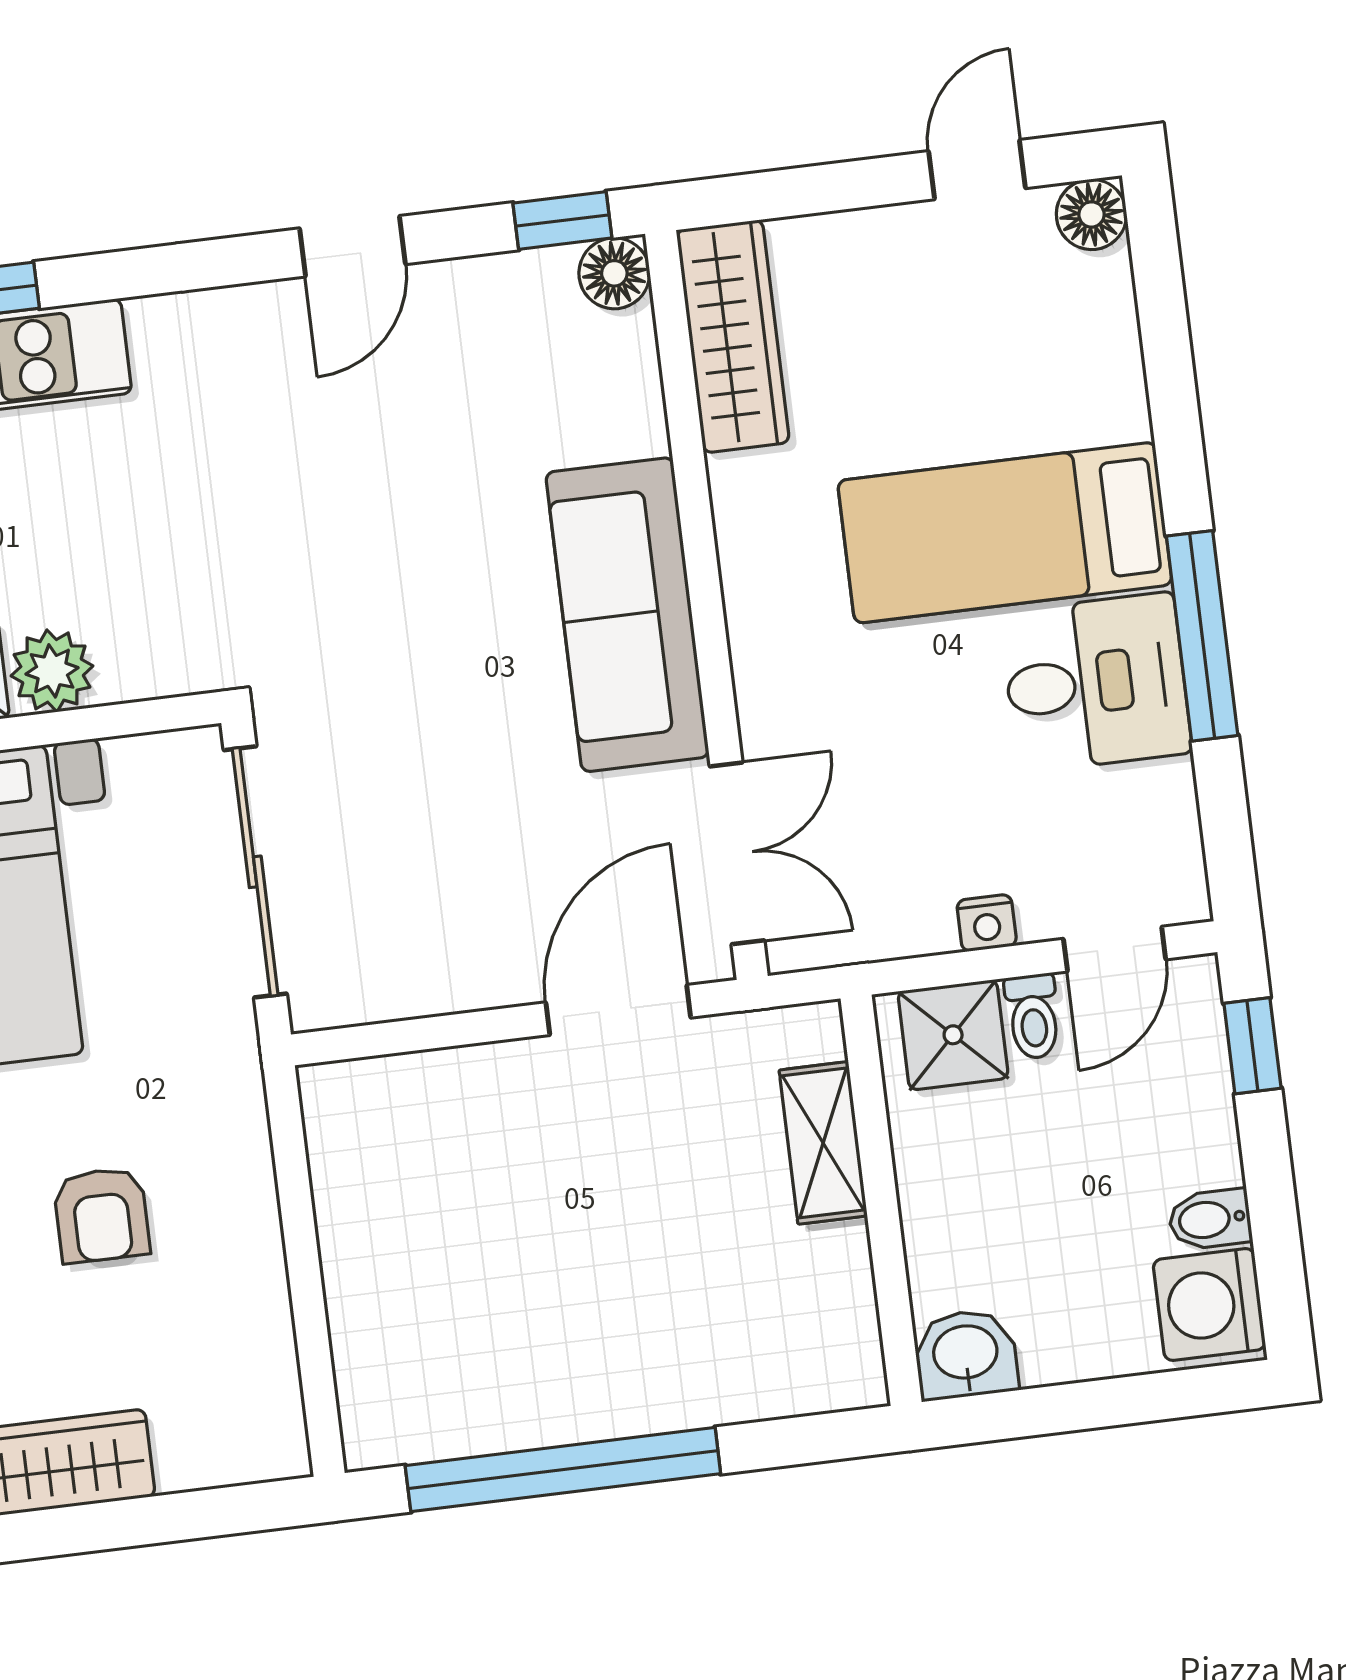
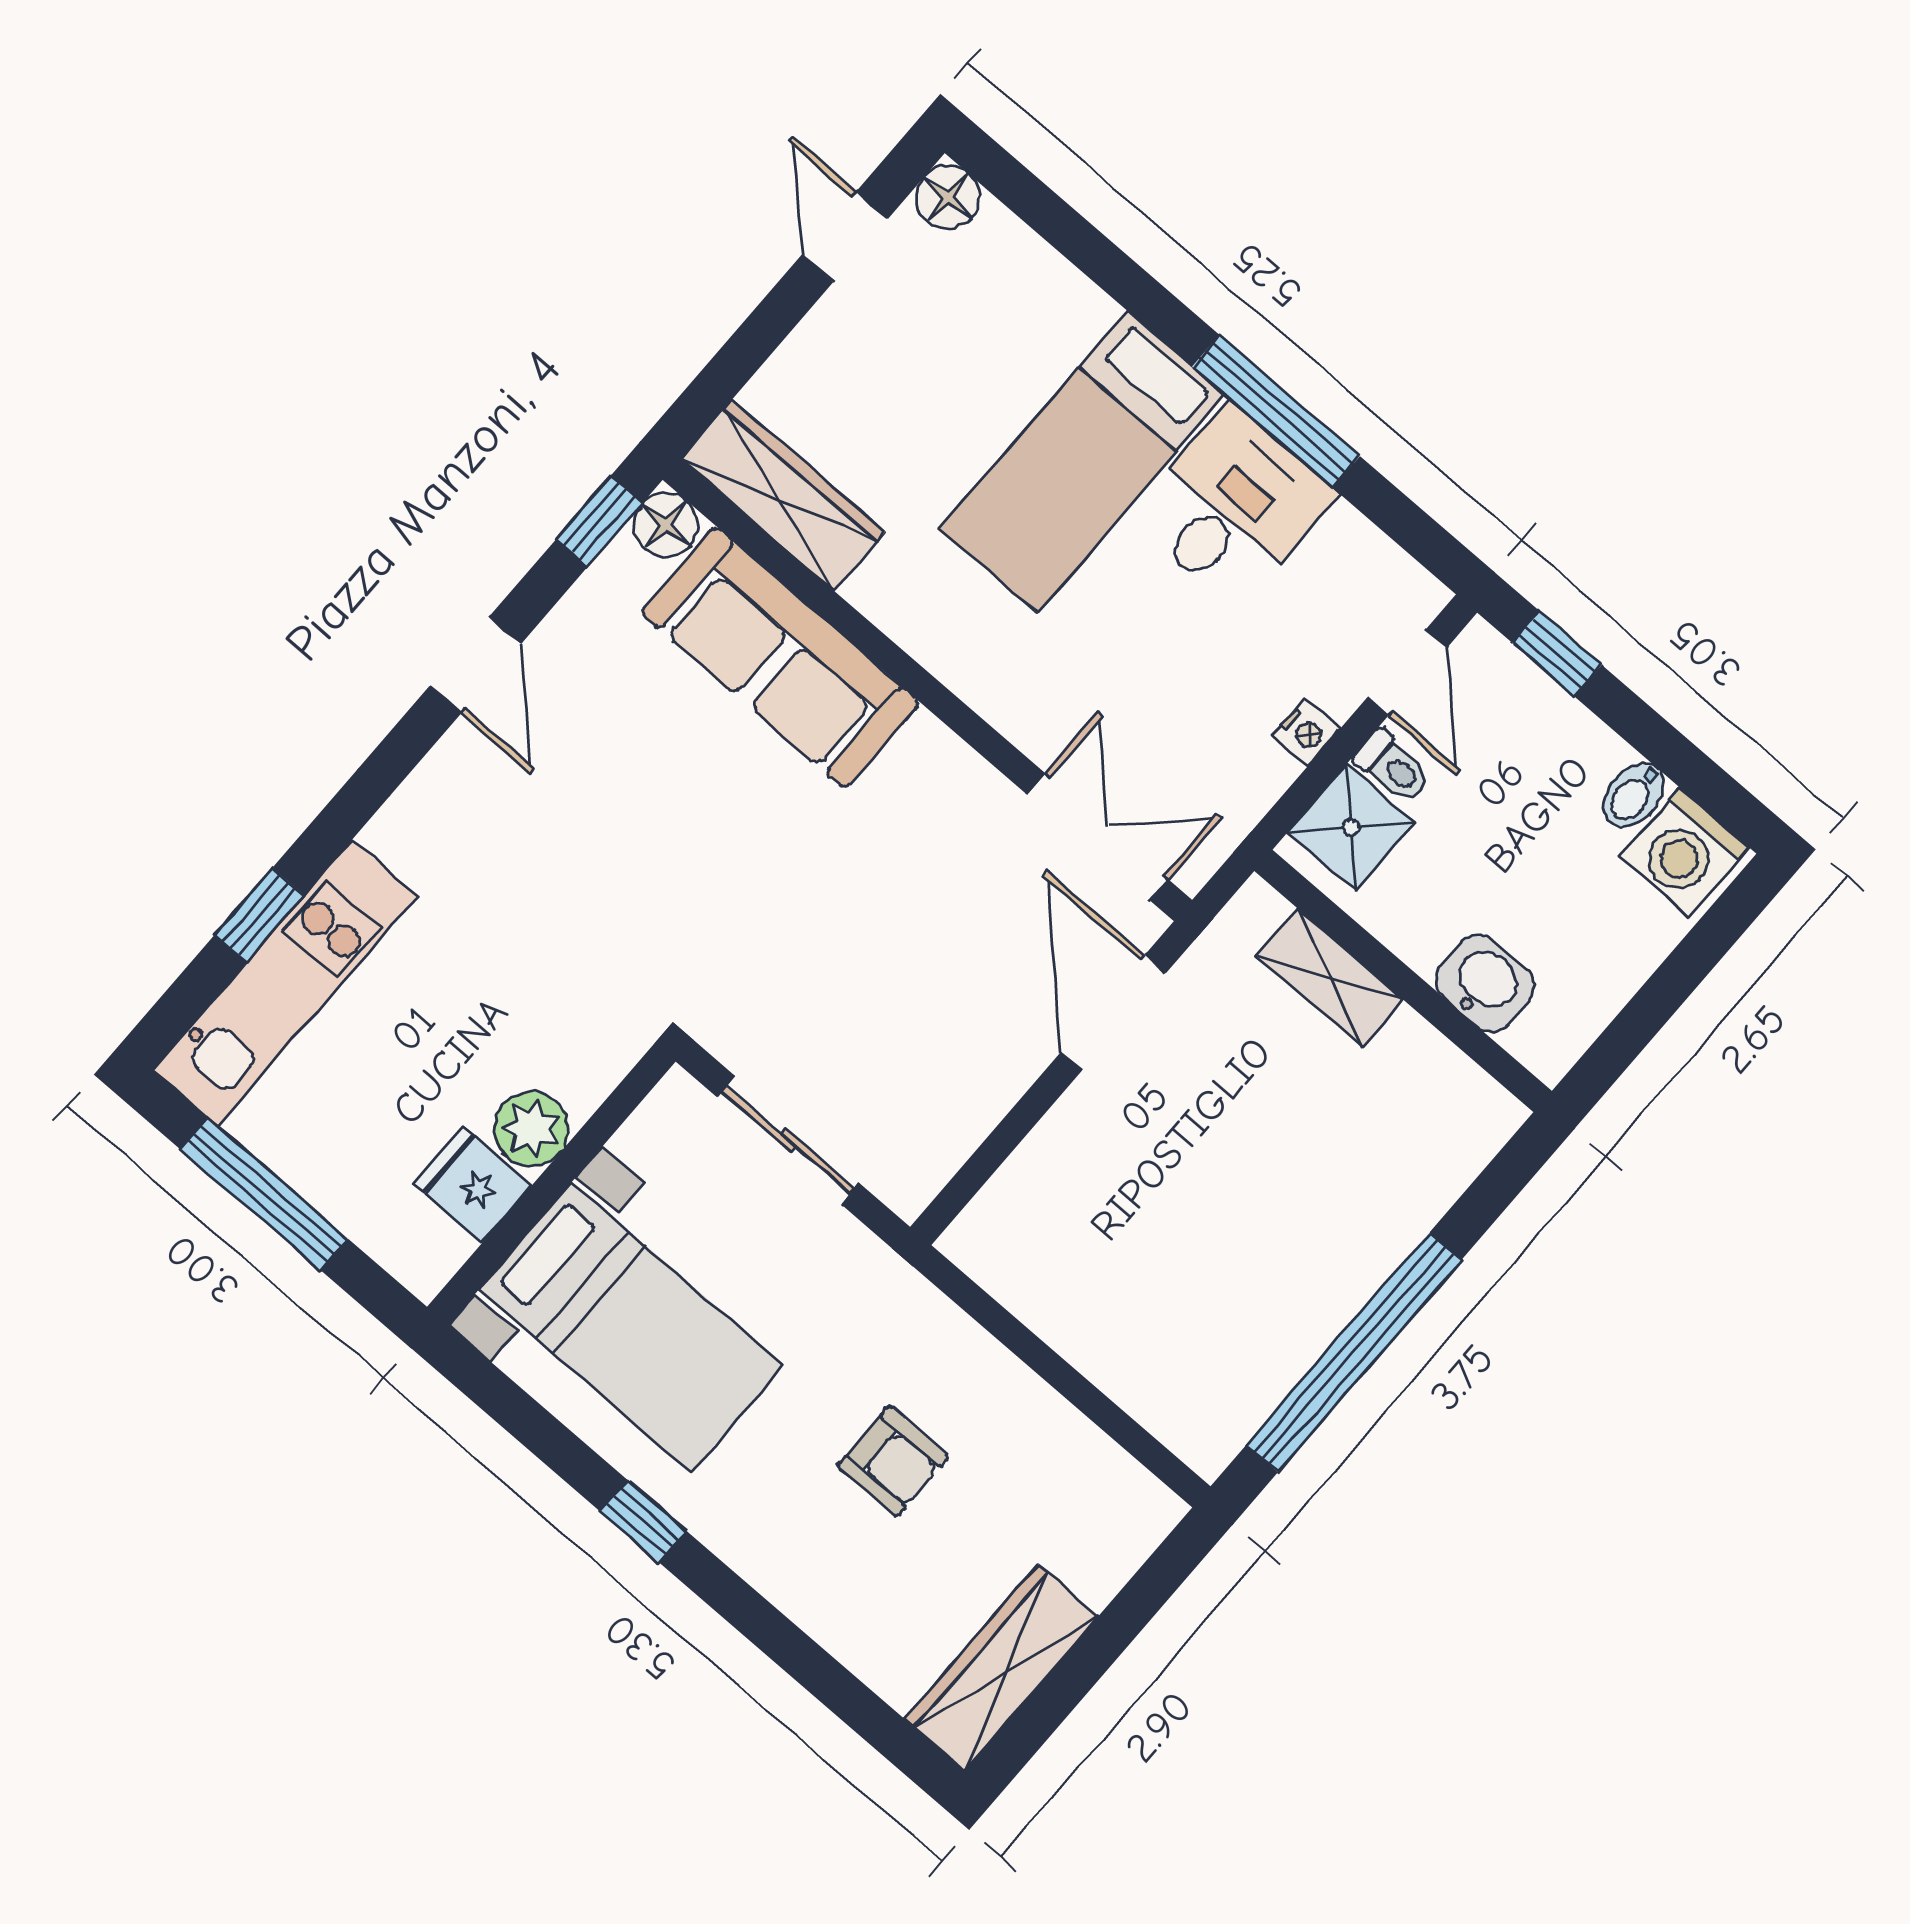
sofa: (627, 615) -> (780, 658), moved
sliding door: (255, 872) -> (788, 1140), width x0.73
washbasin: (966, 1354) -> (1485, 983), moved, turned 90

